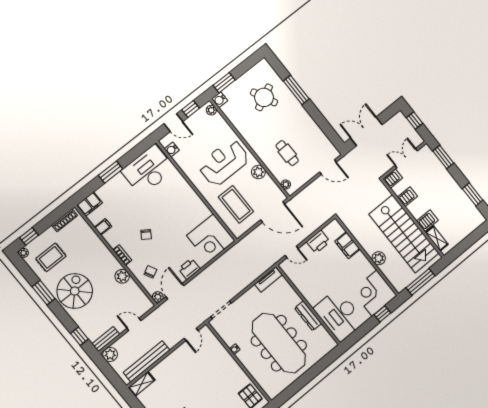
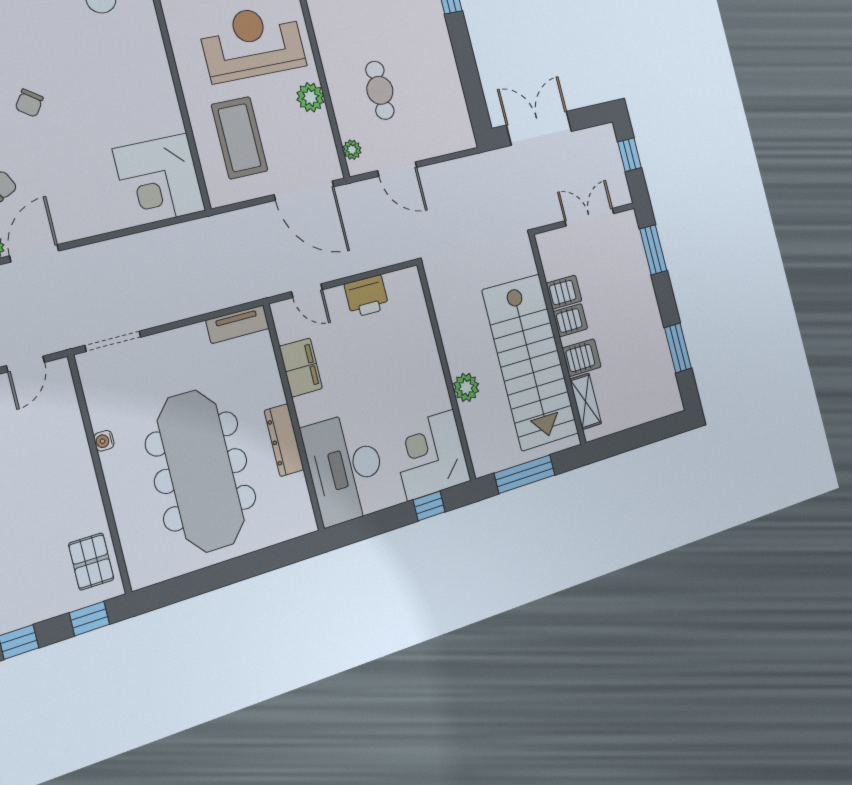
door: (328, 167) -> (397, 169), moved
server rack: (393, 178) -> (570, 320), moved
filing cabinet: (347, 245) -> (301, 367), moved, turned 180
printer: (189, 269) -> (86, 221), removed

